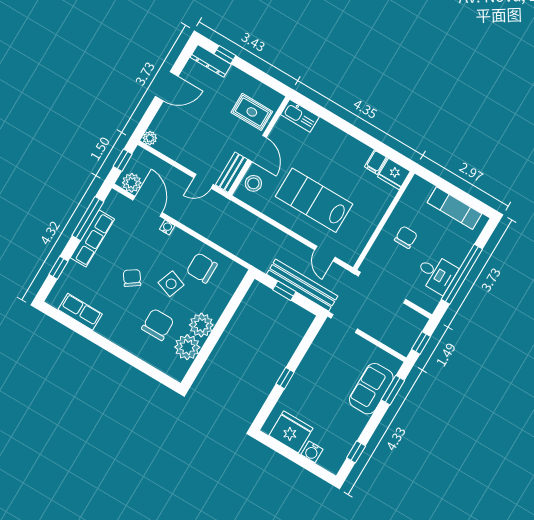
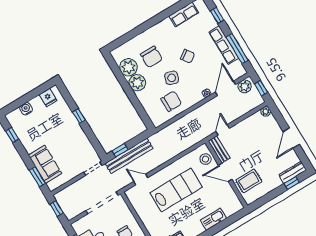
kitchen sink: (300, 116) -> (213, 219), moved
door: (148, 206) -> (225, 88), swing flipped
window: (284, 291) -> (120, 150), moved
fridge: (291, 432) -> (48, 98), width x0.53, depth x0.75

